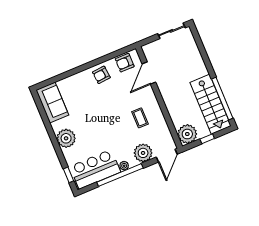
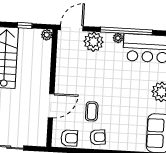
door: (149, 73) -> (51, 106), moved
coffee table: (140, 118) -> (92, 111), moved
plant: (187, 134) -> (47, 35), width x0.53, depth x0.53

